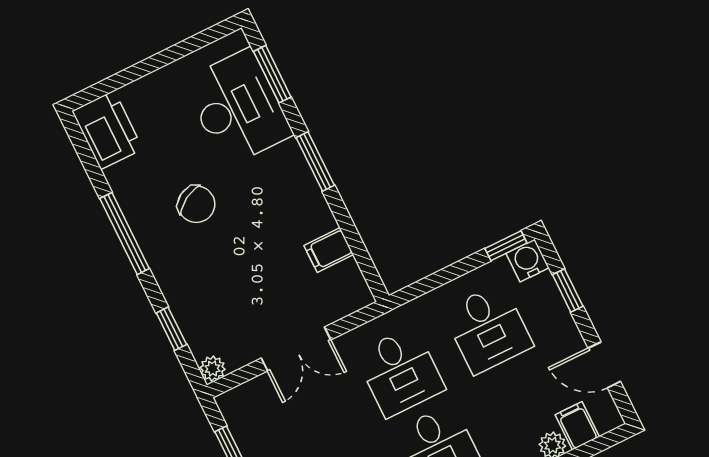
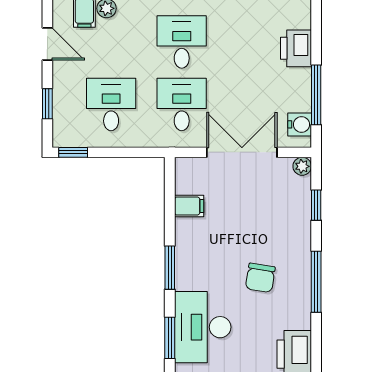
chair: (196, 204) -> (260, 278), turned -141
water cooler: (528, 261) -> (300, 124), moved, turned -90
double door: (296, 349) -> (242, 152), width x1.37

